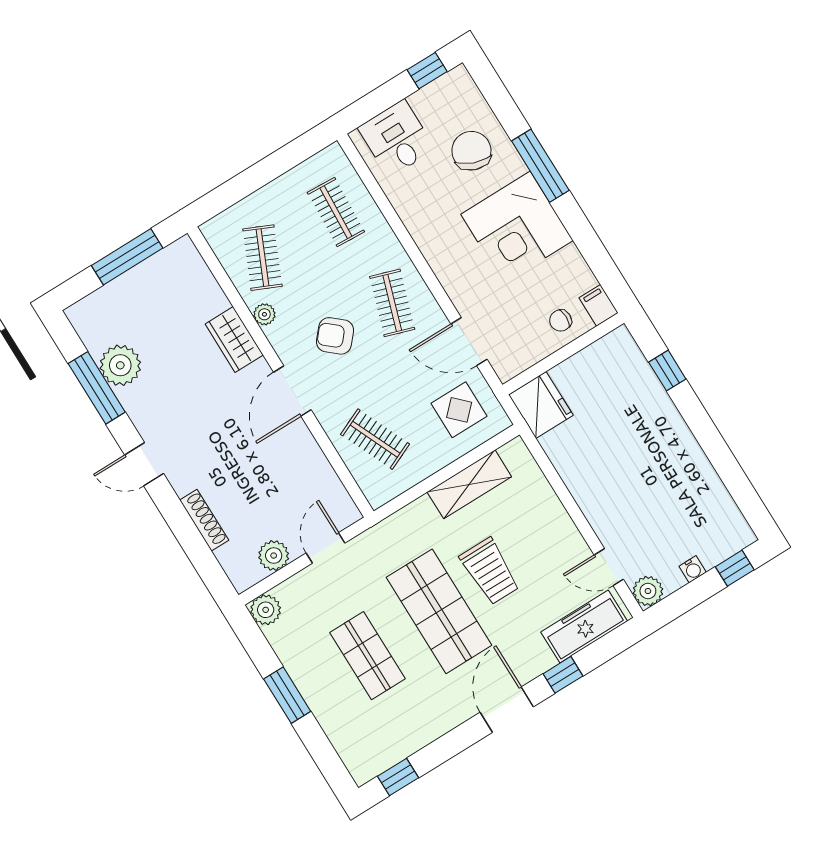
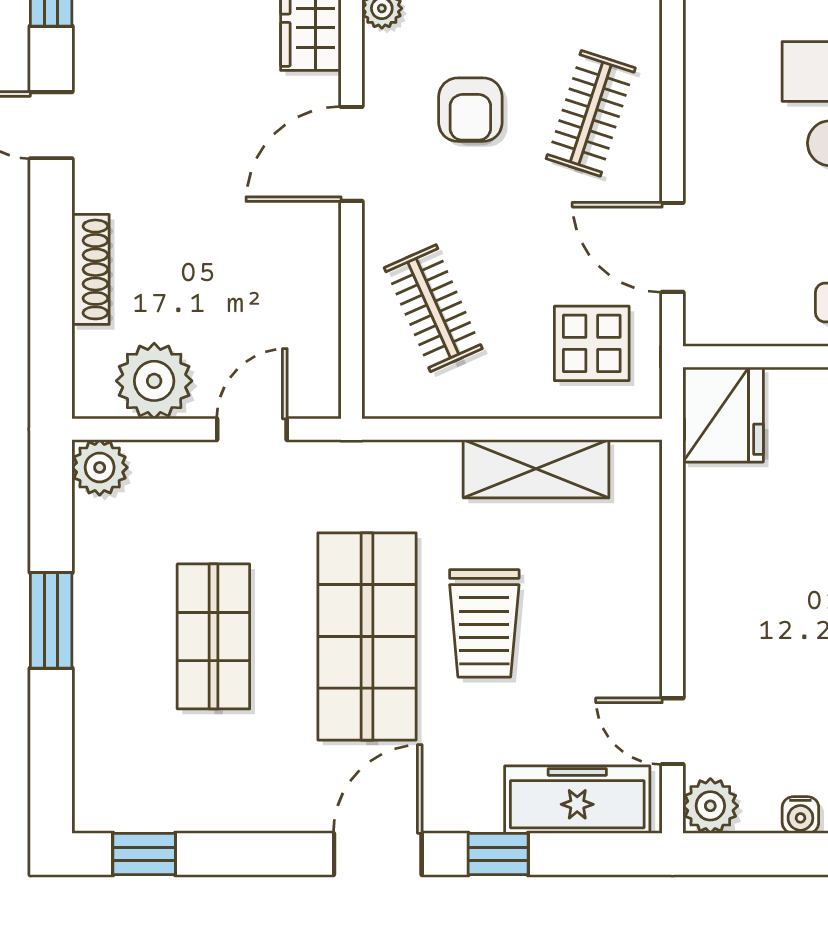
armchair: (335, 336) -> (470, 110), turned -131
plant: (274, 556) -> (154, 381), width x1.36, depth x1.36

